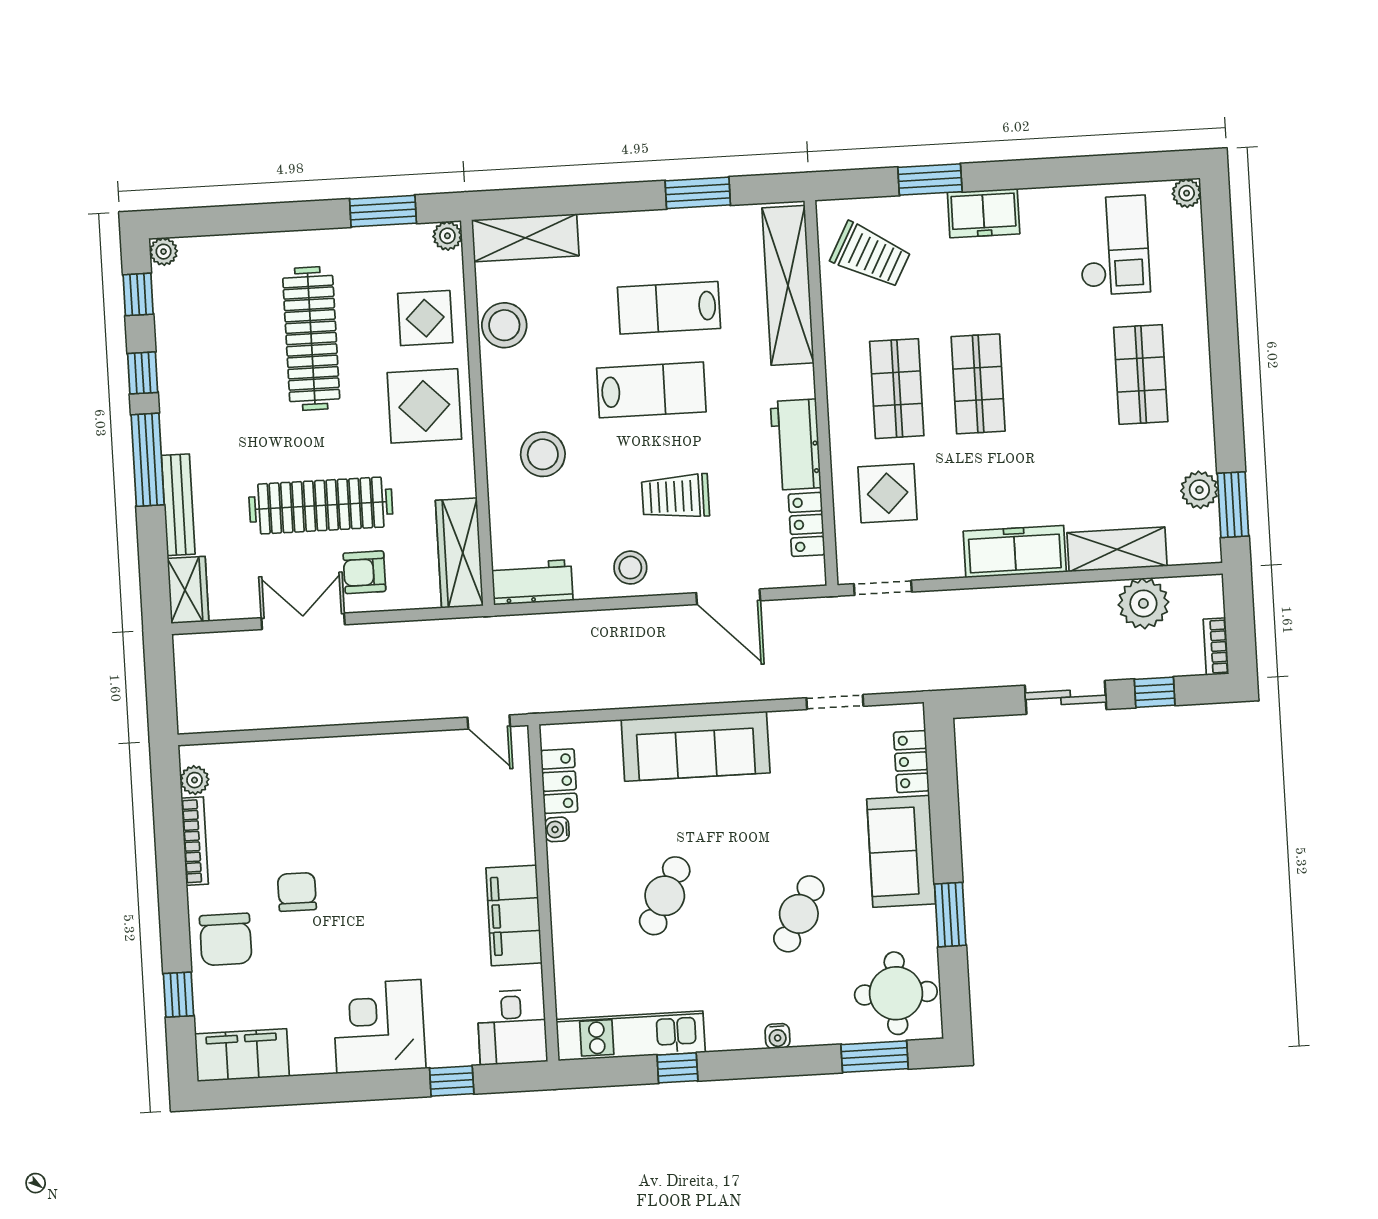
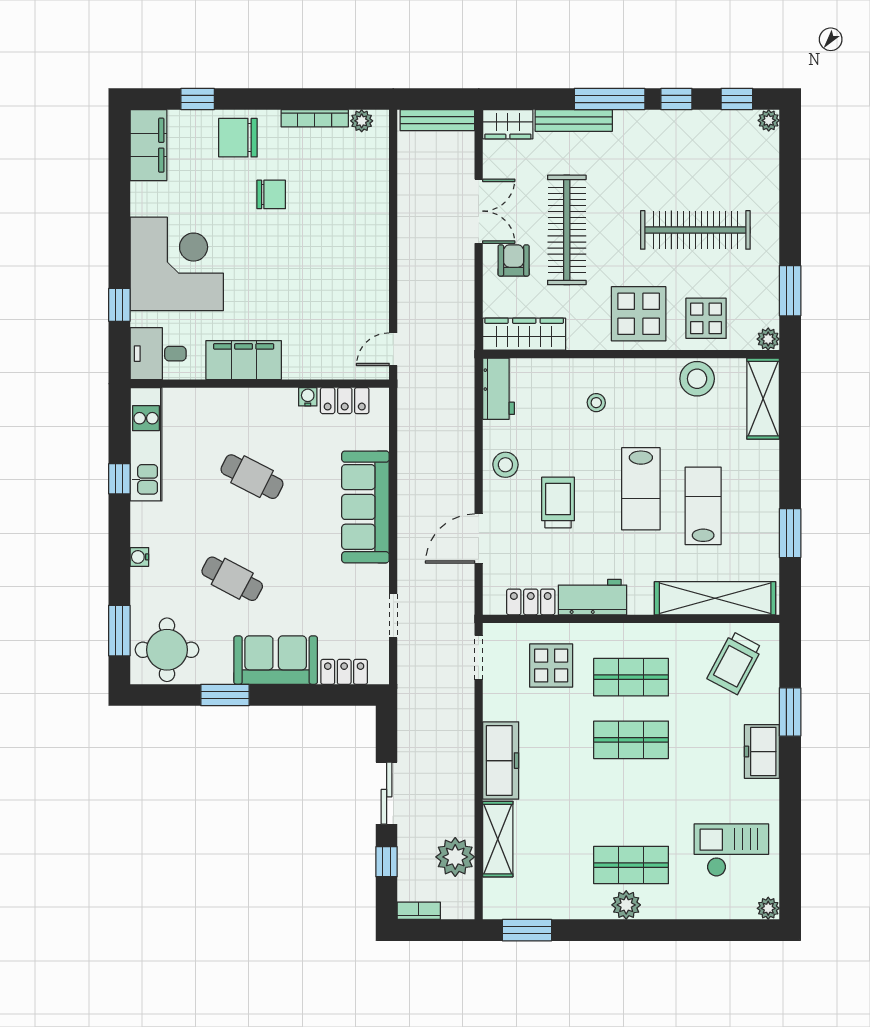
checkout: (1114, 245) -> (731, 850), turned 180
stool: (543, 454) -> (596, 403), width x0.53, depth x0.53
plant: (1199, 490) -> (626, 905), moved
bench: (188, 682) -> (437, 120), added
corner desk: (379, 1026) -> (177, 264), width x1.36, depth x1.36

